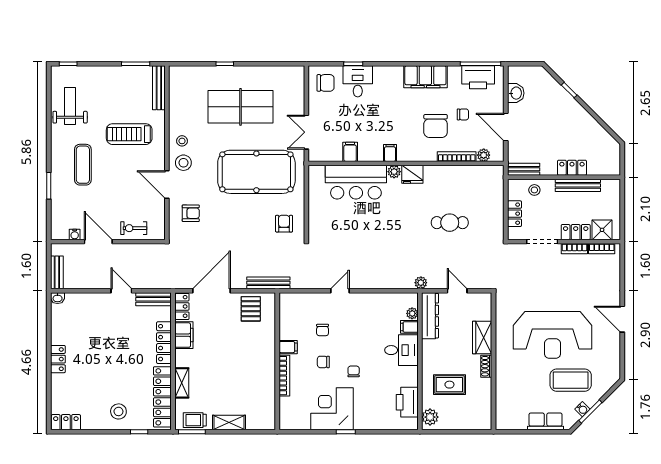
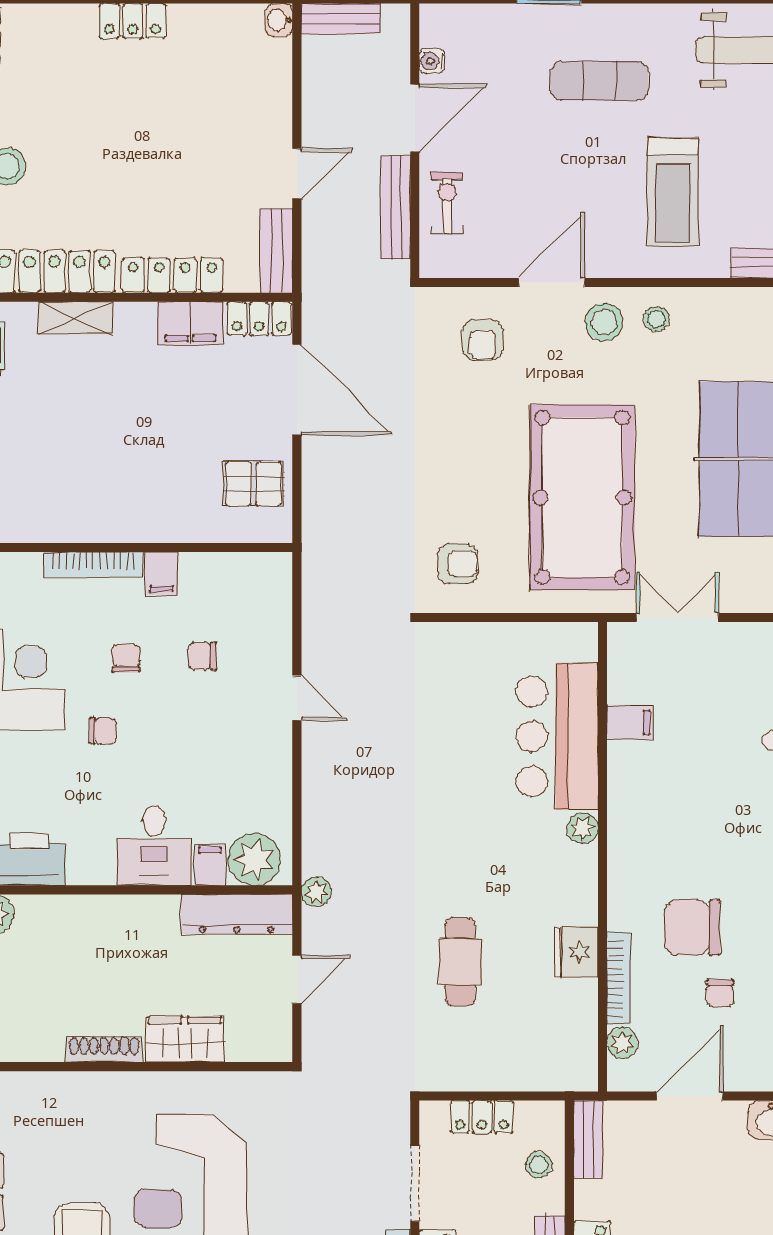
treadmill: (129, 134) -> (673, 192), turned 180
filing cabinet: (390, 153) -> (628, 818), removed
fridge: (412, 174) -> (576, 952), moved
bench: (268, 283) -> (396, 207), moved
plant: (412, 313) -> (254, 859), width x1.87, depth x1.87
shoe rack: (486, 366) -> (104, 1049), width x1.43
rug: (449, 385) -> (71, 961), removed

